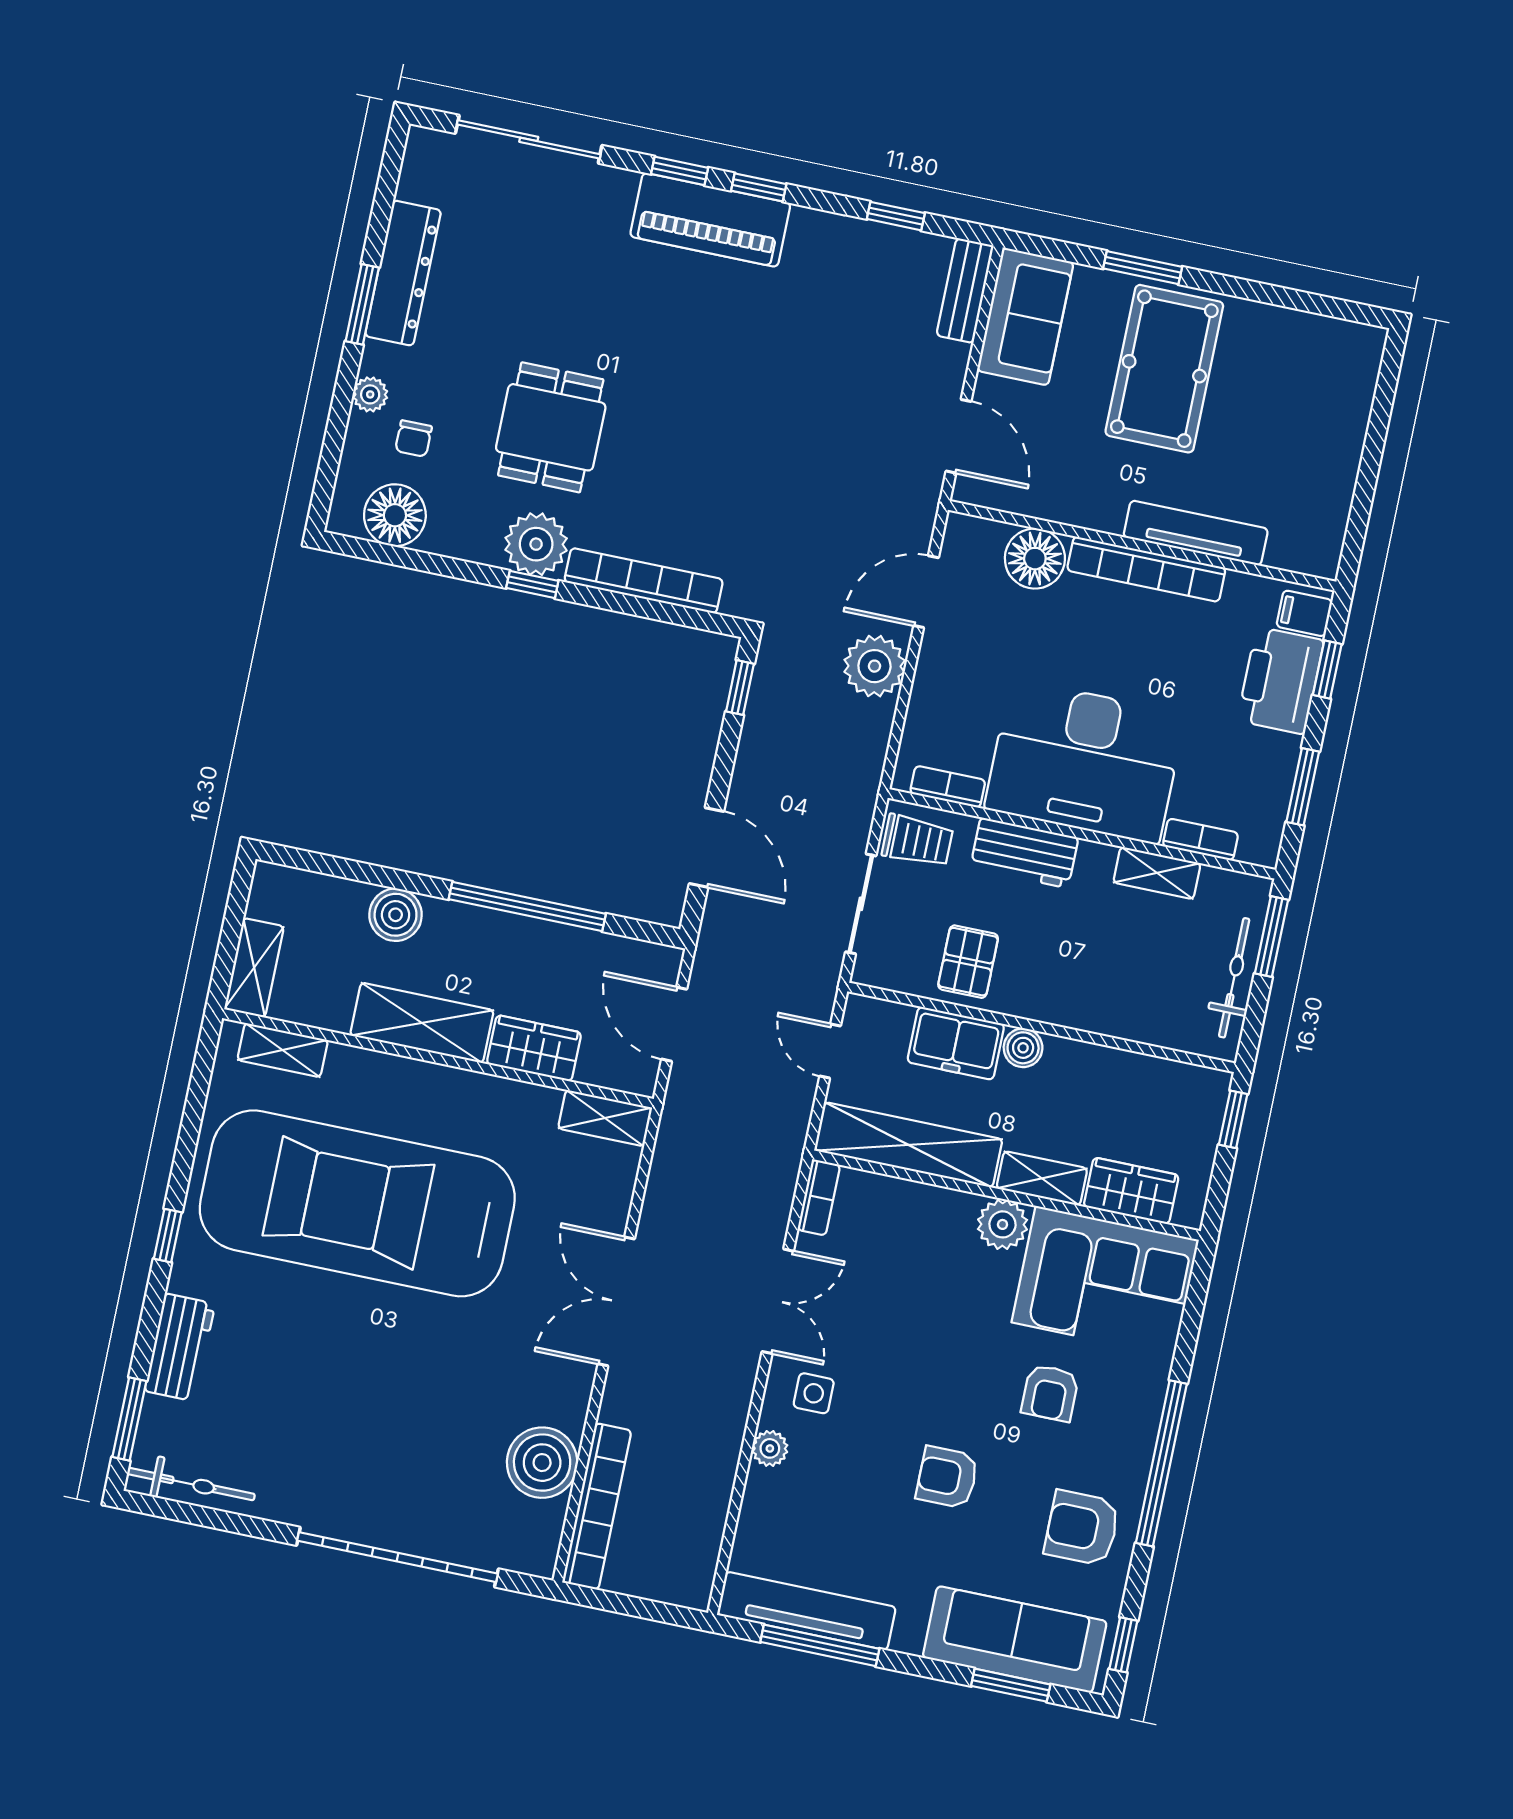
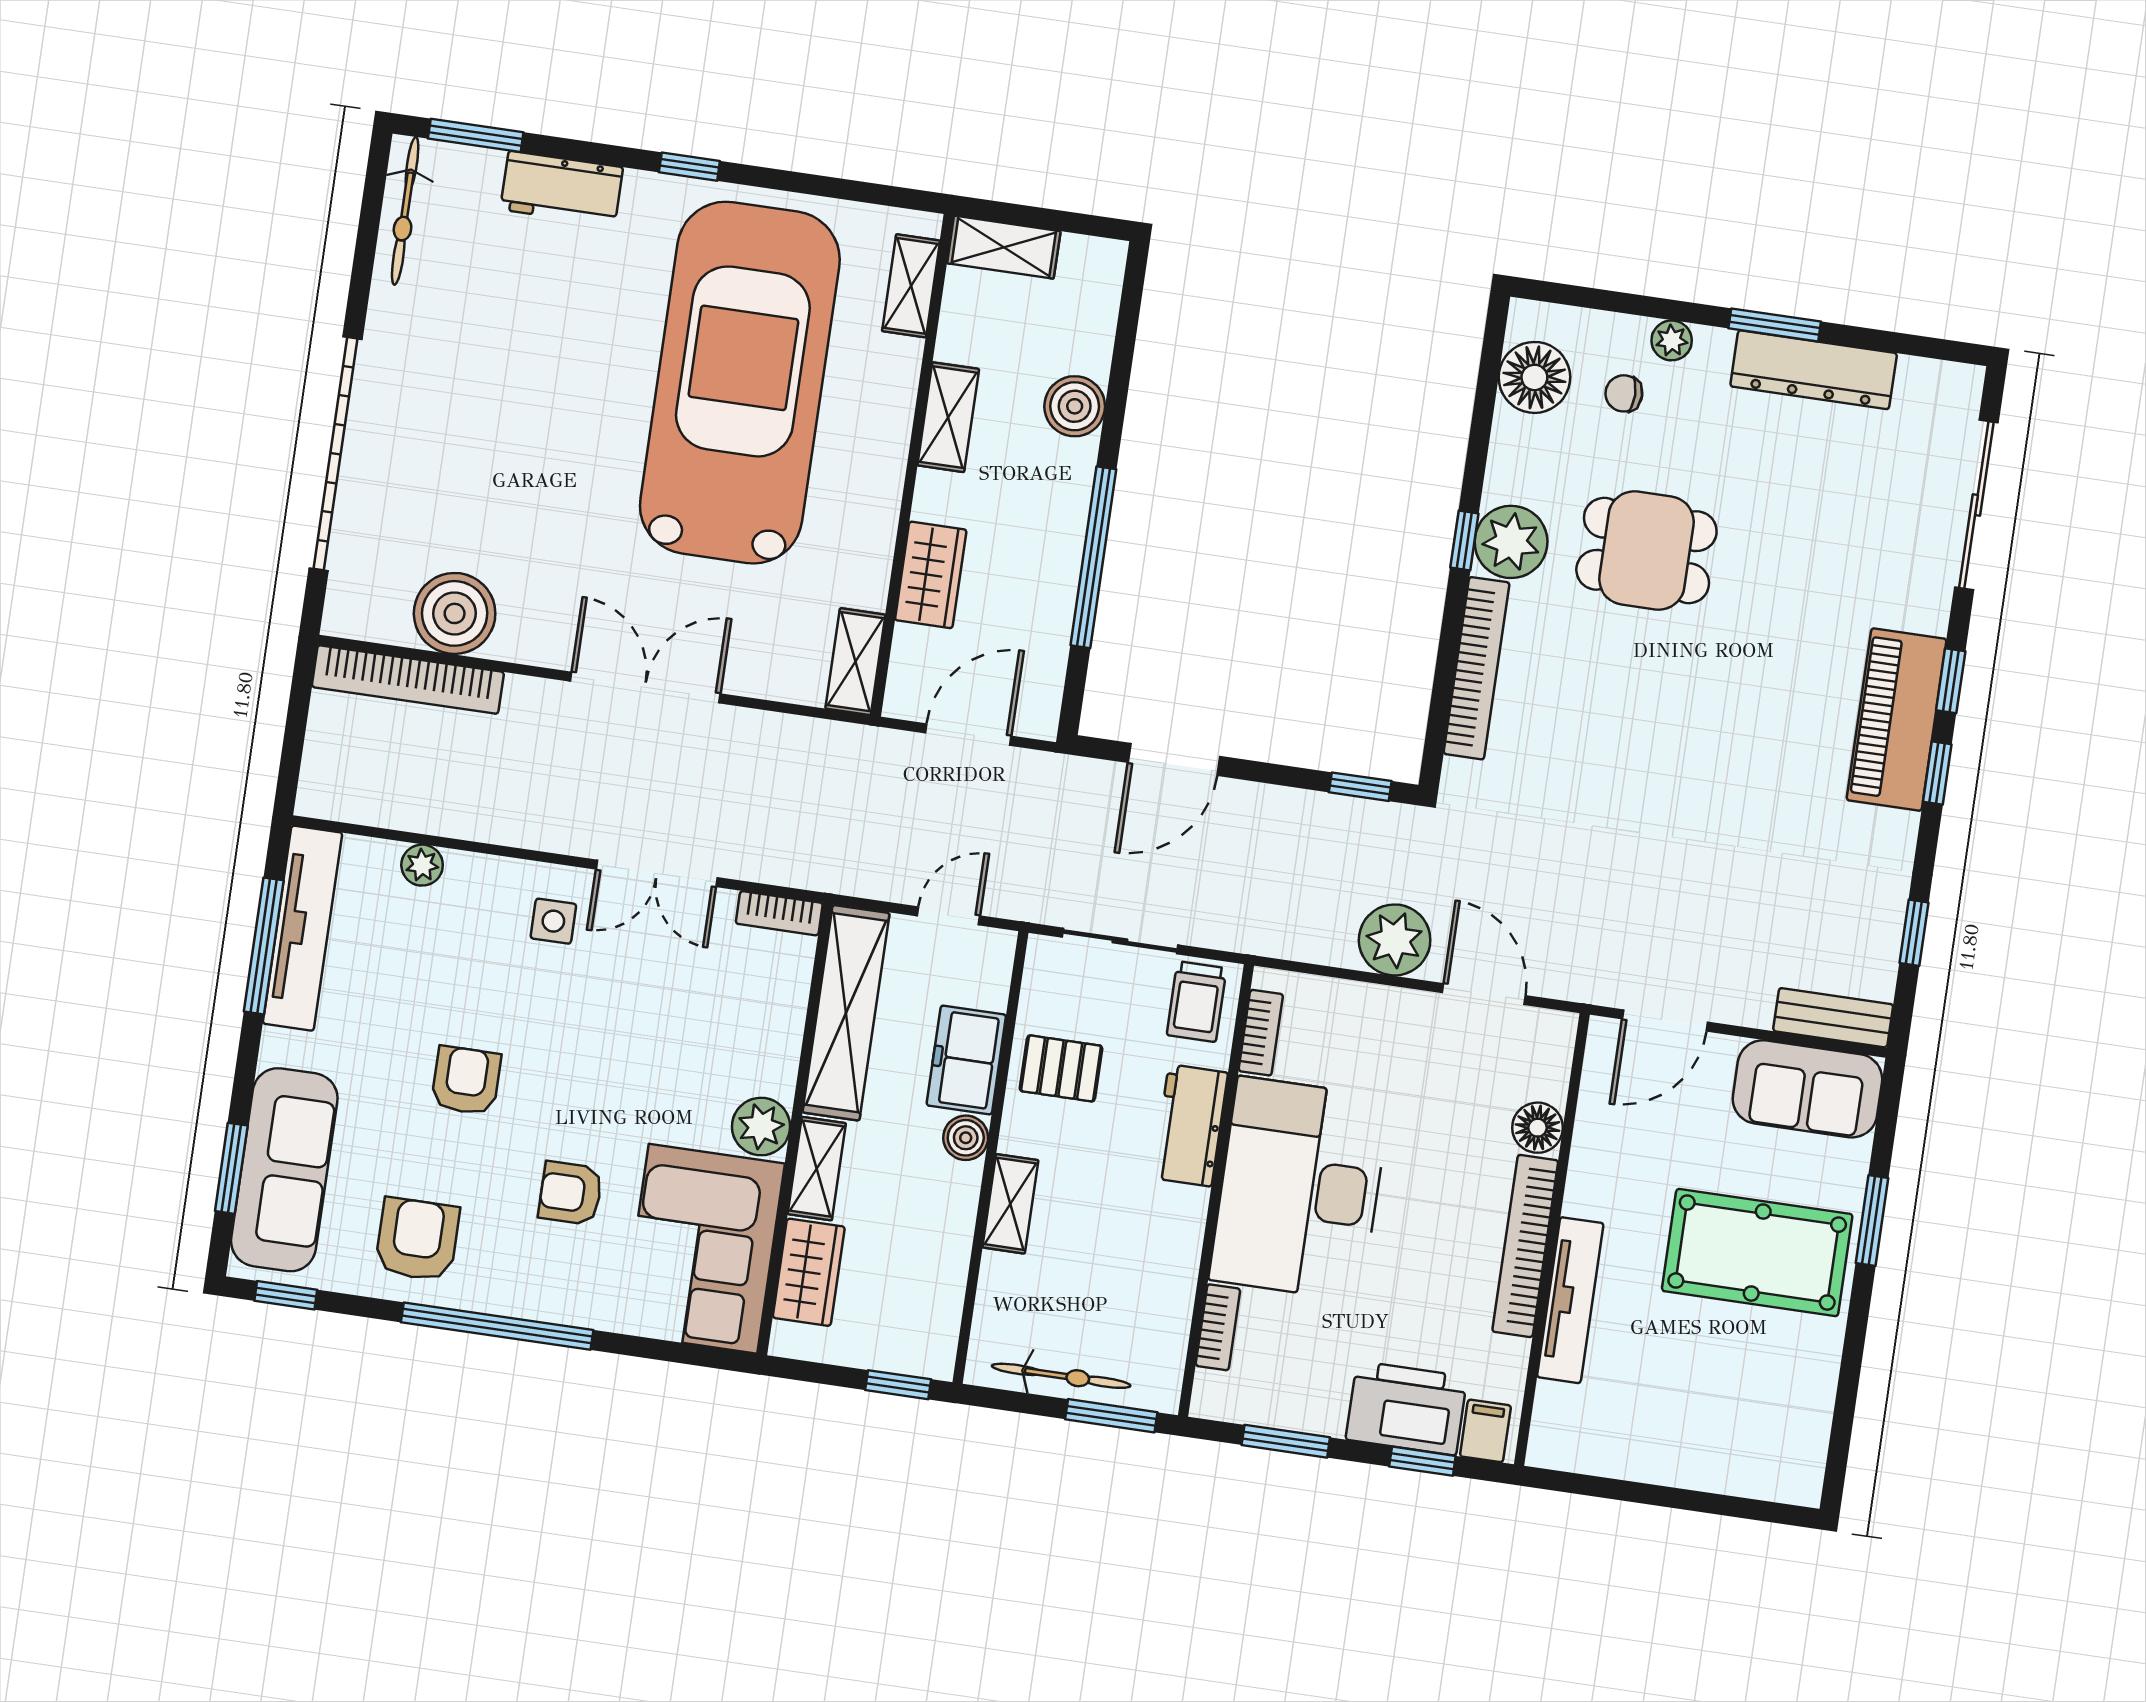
floor lamp: (1035, 559) -> (1538, 1128), width x0.73, depth x0.73
shelving: (1157, 873) -> (1010, 1204), moved
shelving: (422, 1023) -> (948, 417), width x0.67, depth x0.75
plant: (770, 1448) -> (422, 865), moved

